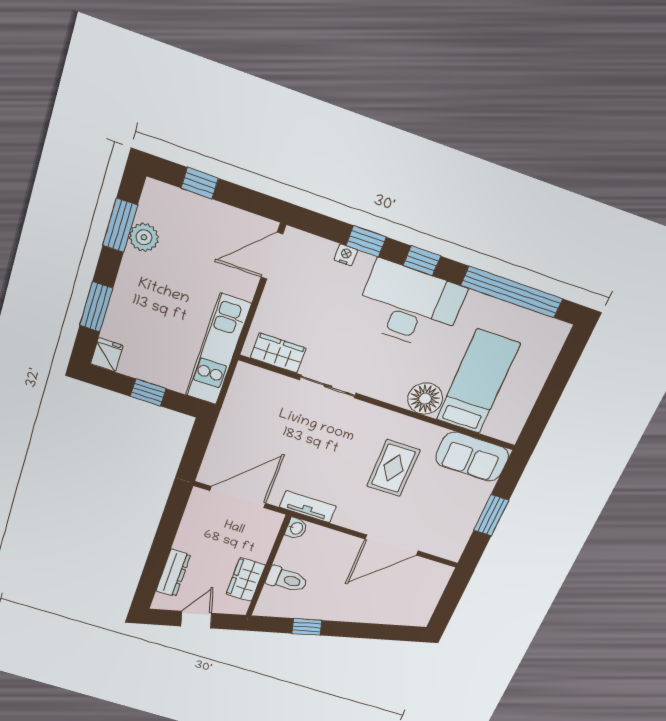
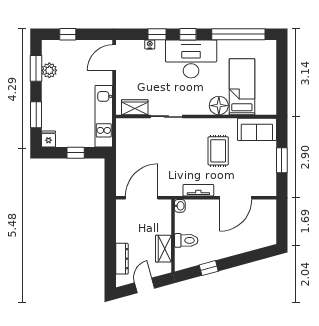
tv unit: (308, 507) -> (198, 190), moved

